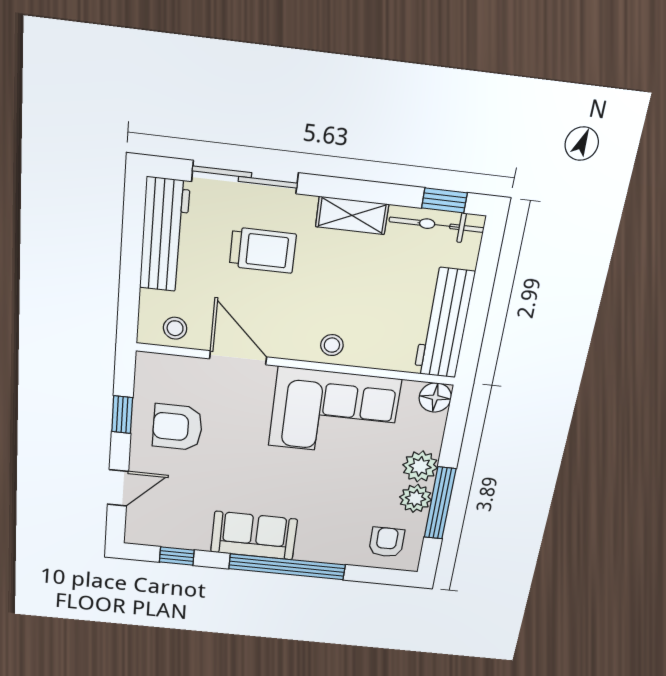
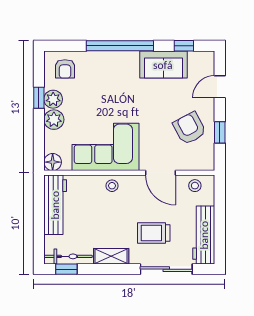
armchair: (178, 427) -> (189, 128), turned -118
window: (440, 503) -> (39, 98), width x0.46
sofa: (254, 536) -> (163, 65), moved

